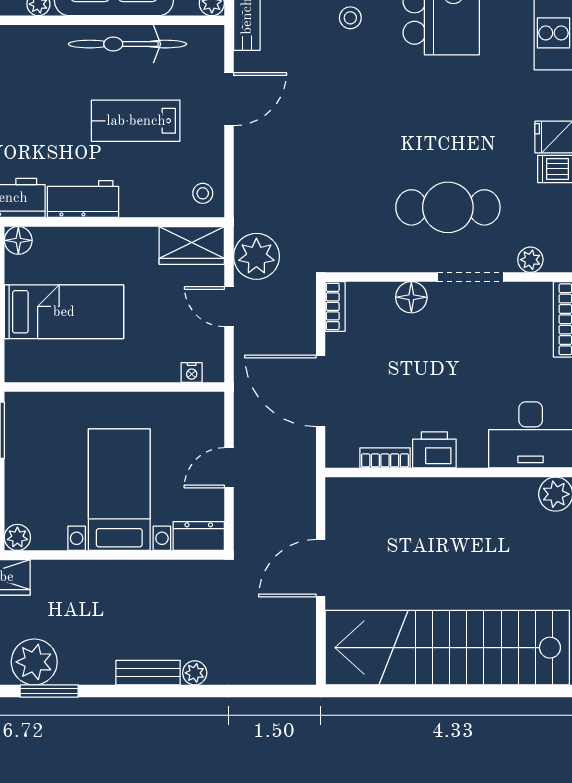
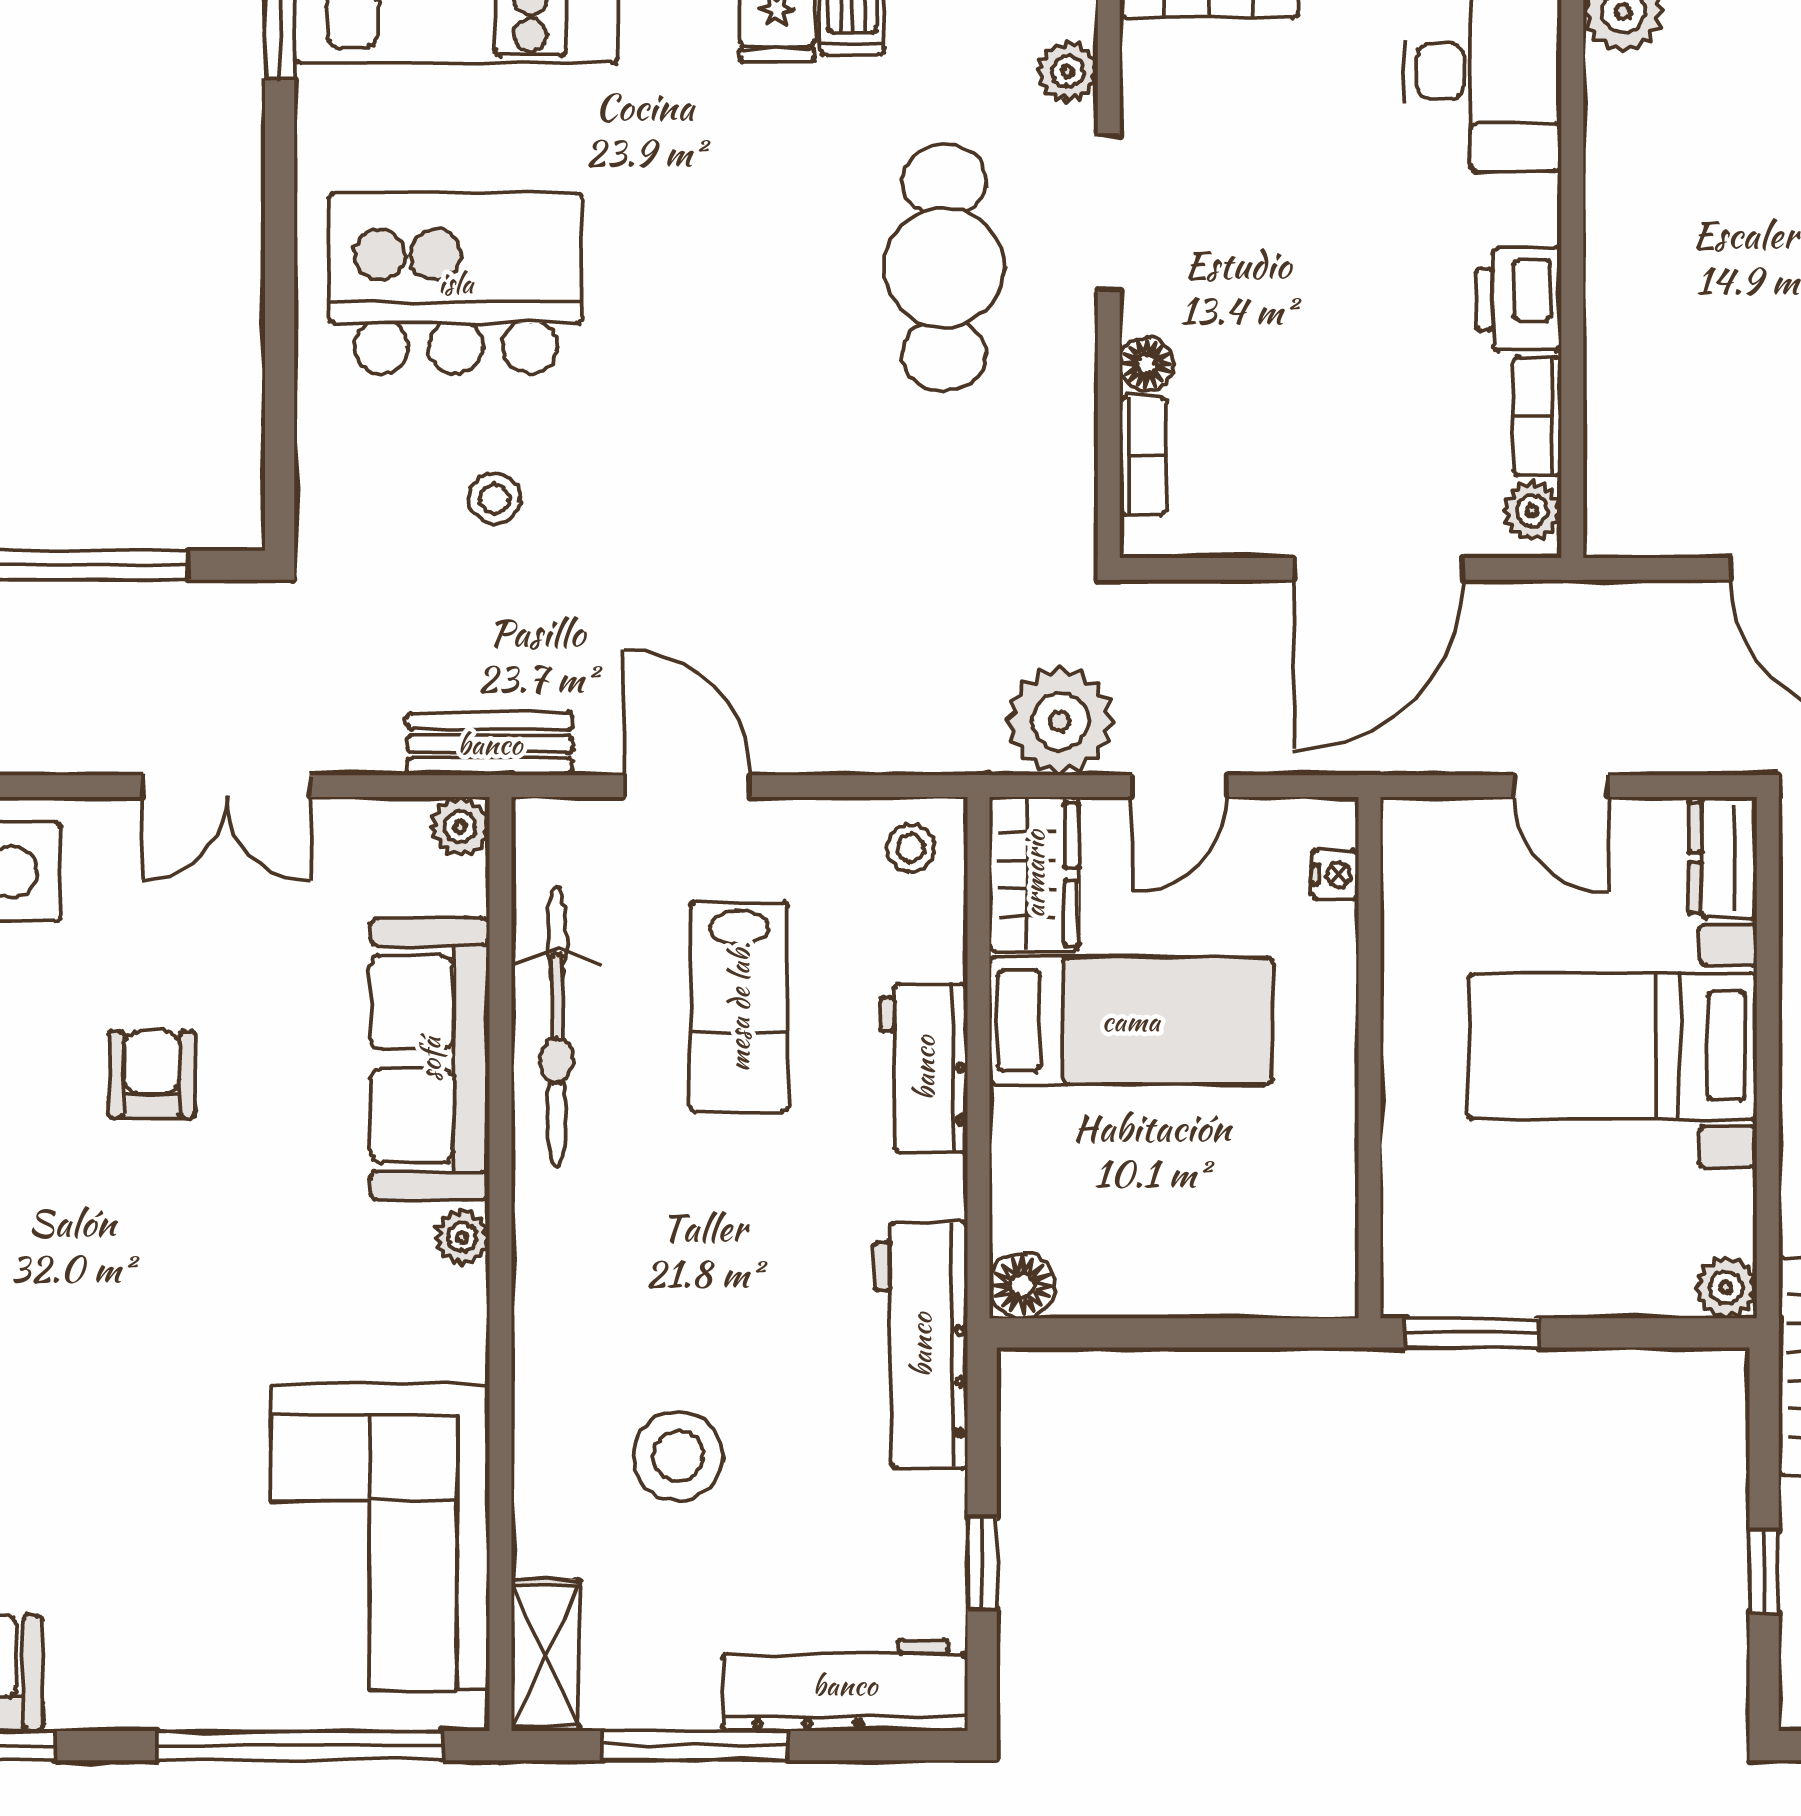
workbench: (83, 199) -> (924, 1068), moved
floor lamp: (411, 297) -> (1147, 364), width x0.73, depth x0.73
bookcase: (335, 306) -> (1143, 456), moved, turned 90
bed: (64, 312) -> (1131, 1021), moved, turned 90
plant: (345, 456) -> (1532, 511), added

